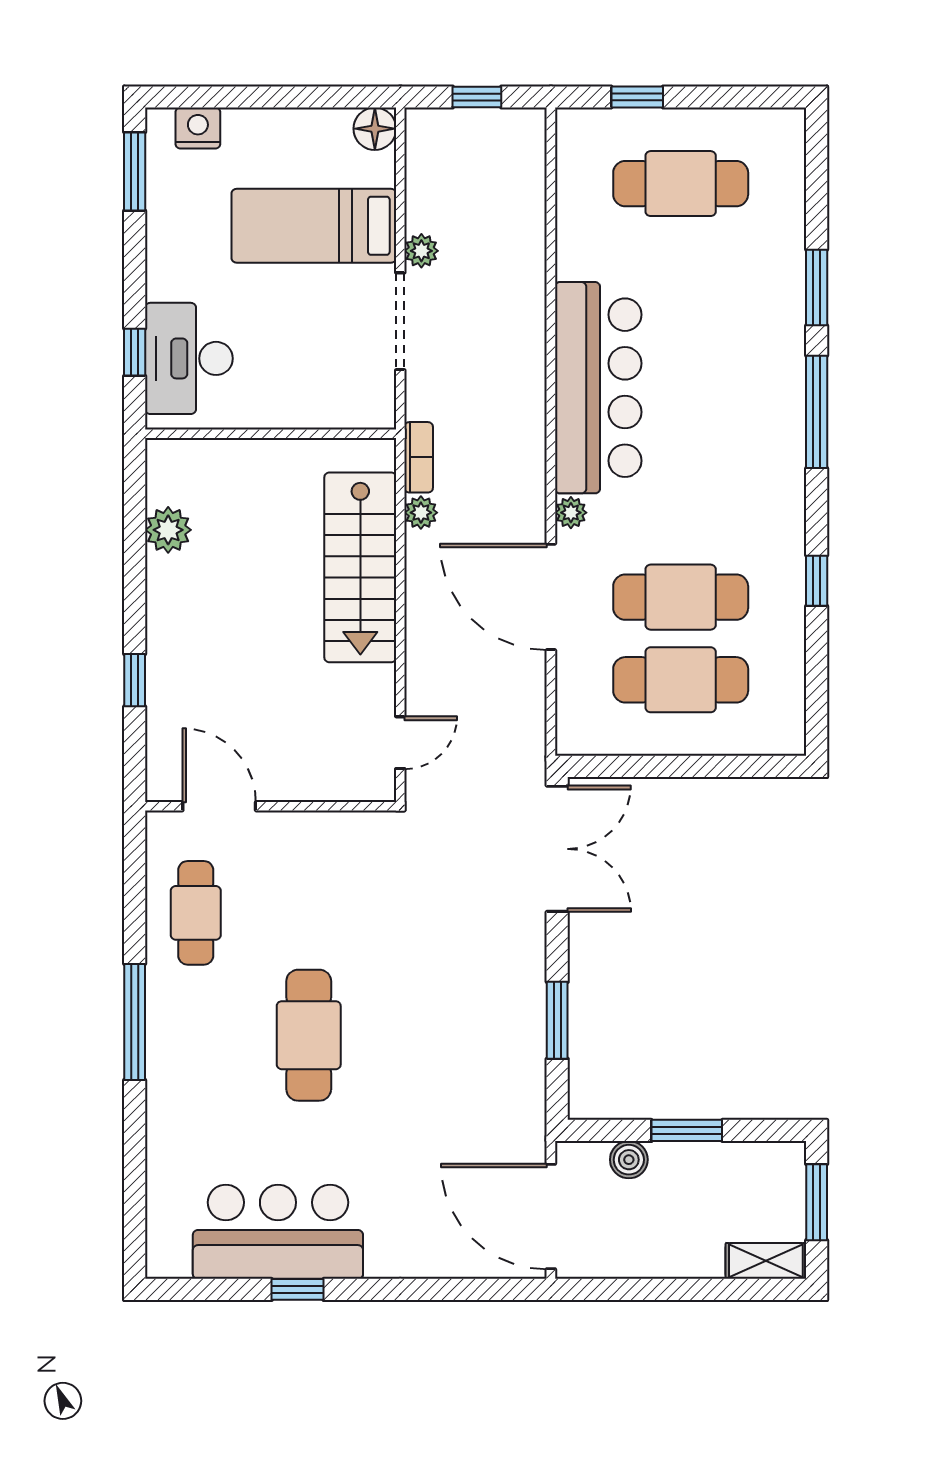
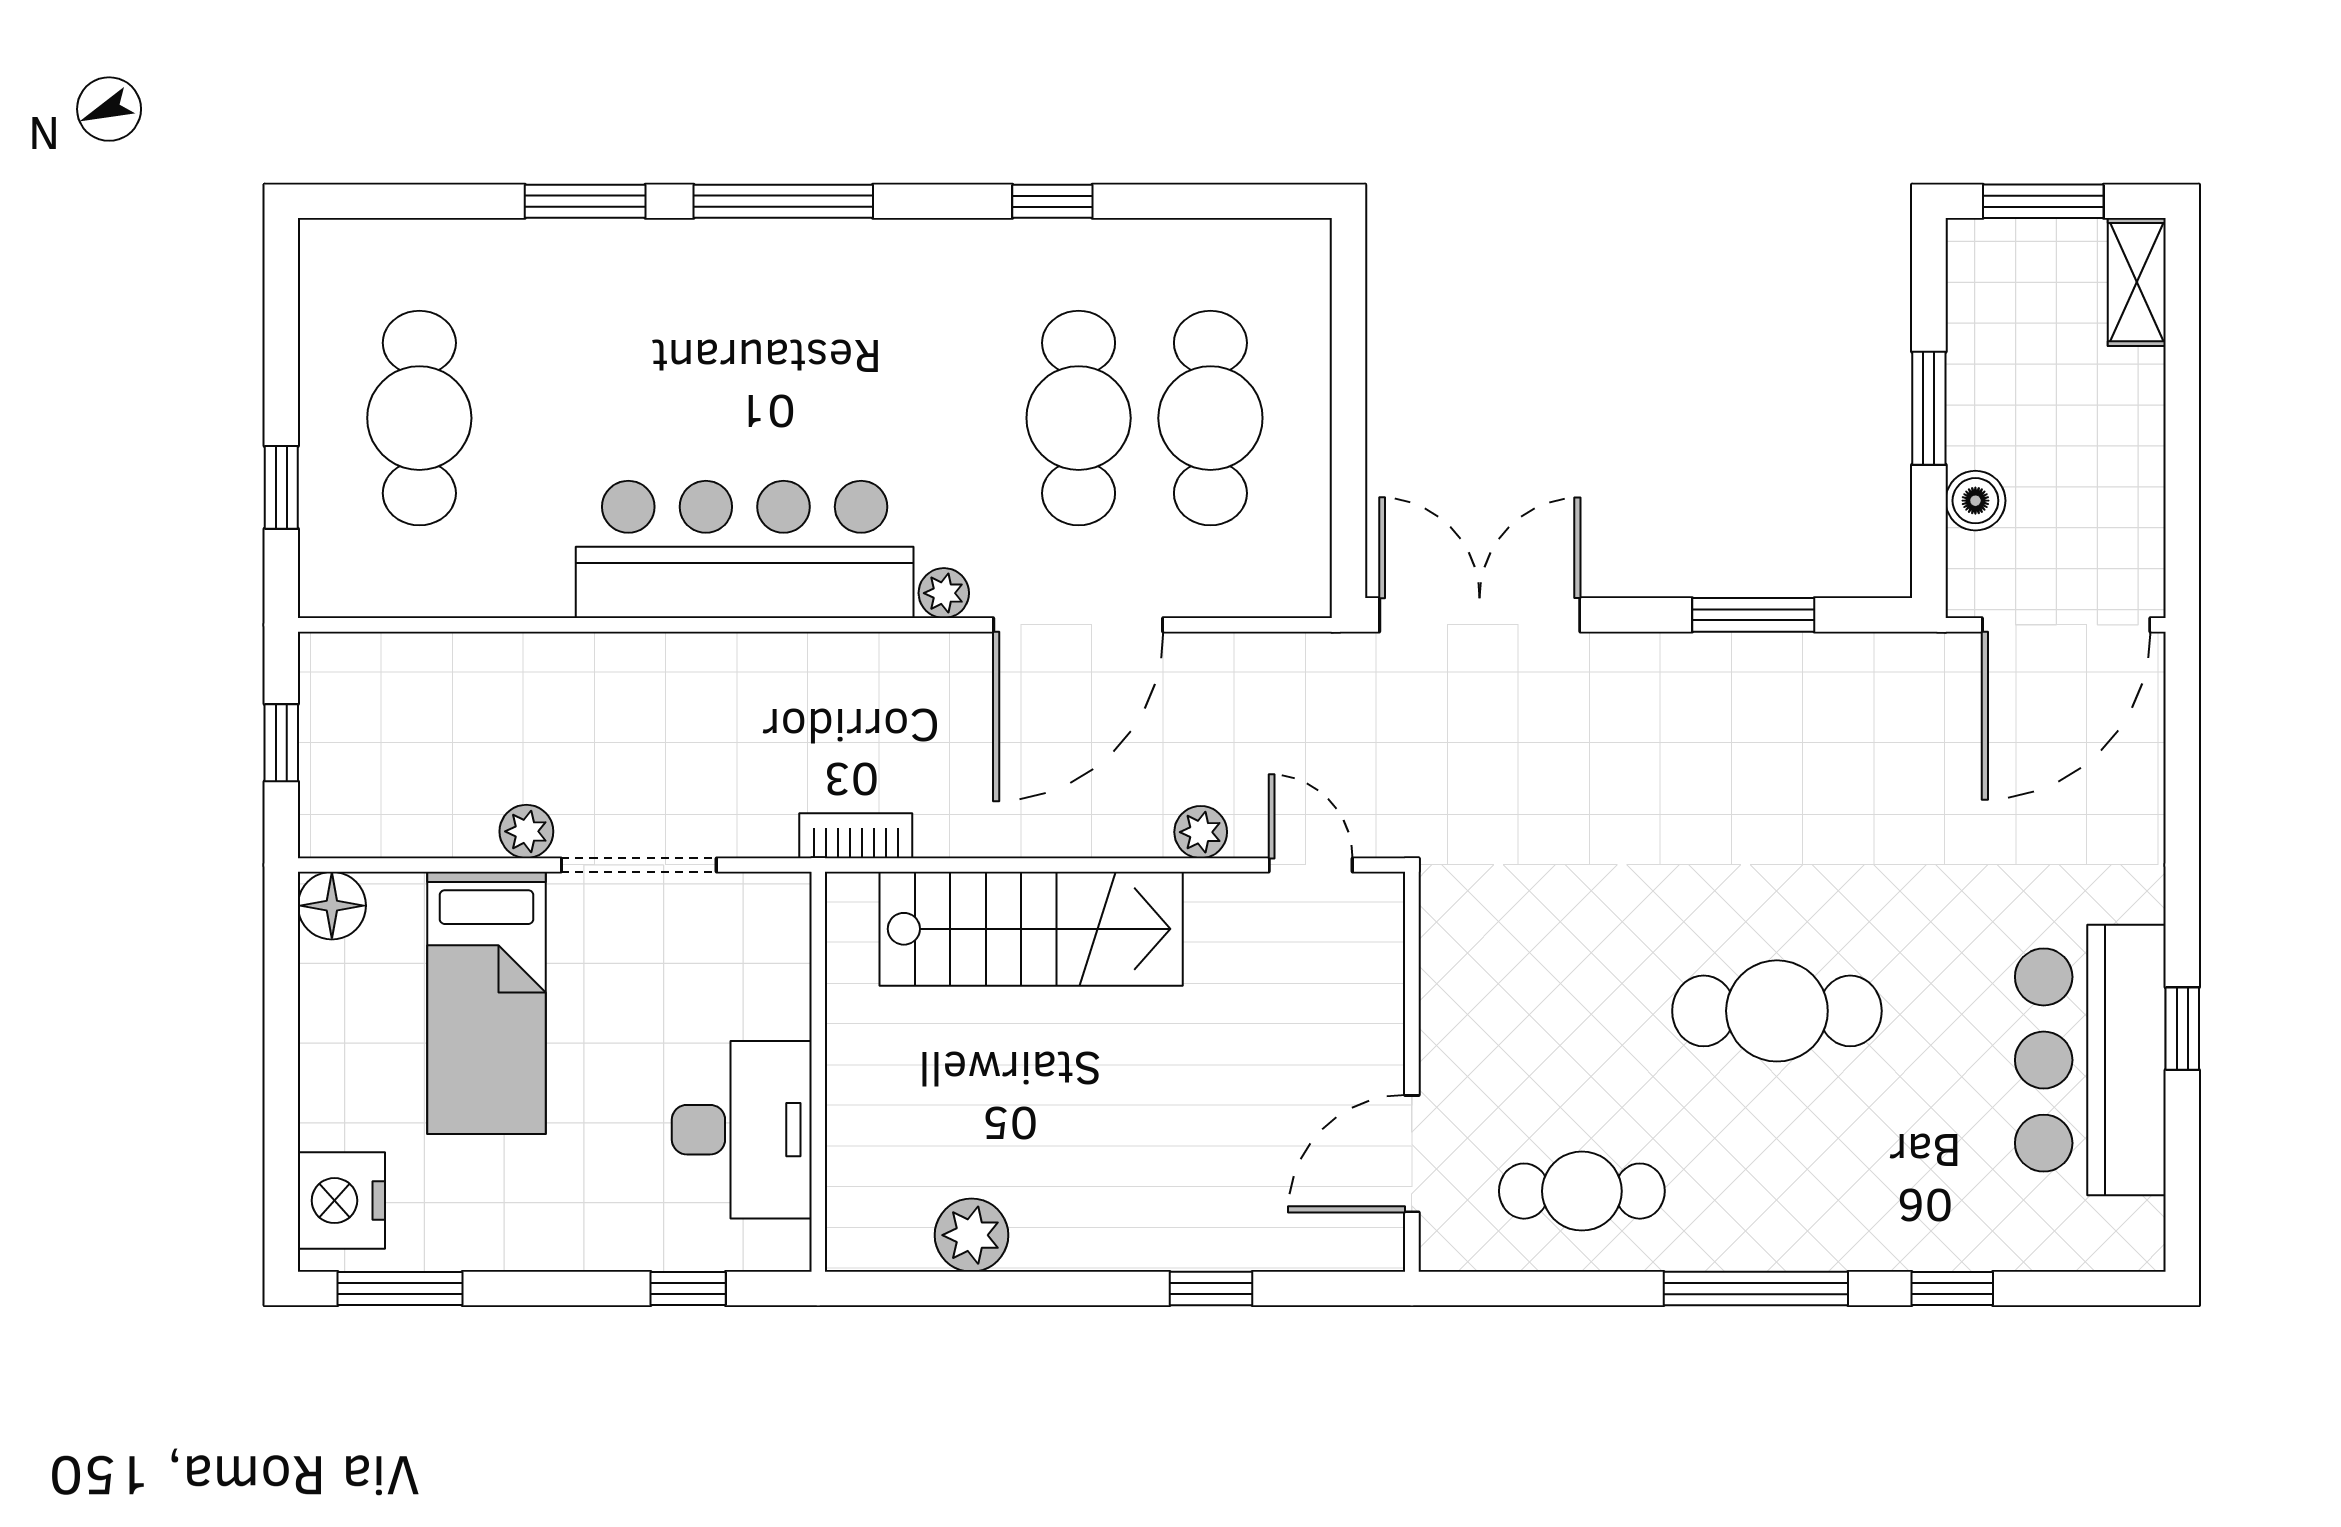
nightstand: (198, 128) -> (341, 1201), width x1.36, depth x1.33
desk: (189, 358) -> (742, 1130), moved, turned -90
plant: (421, 513) -> (1201, 832), moved
window: (135, 1145) -> (1952, 1289), added

